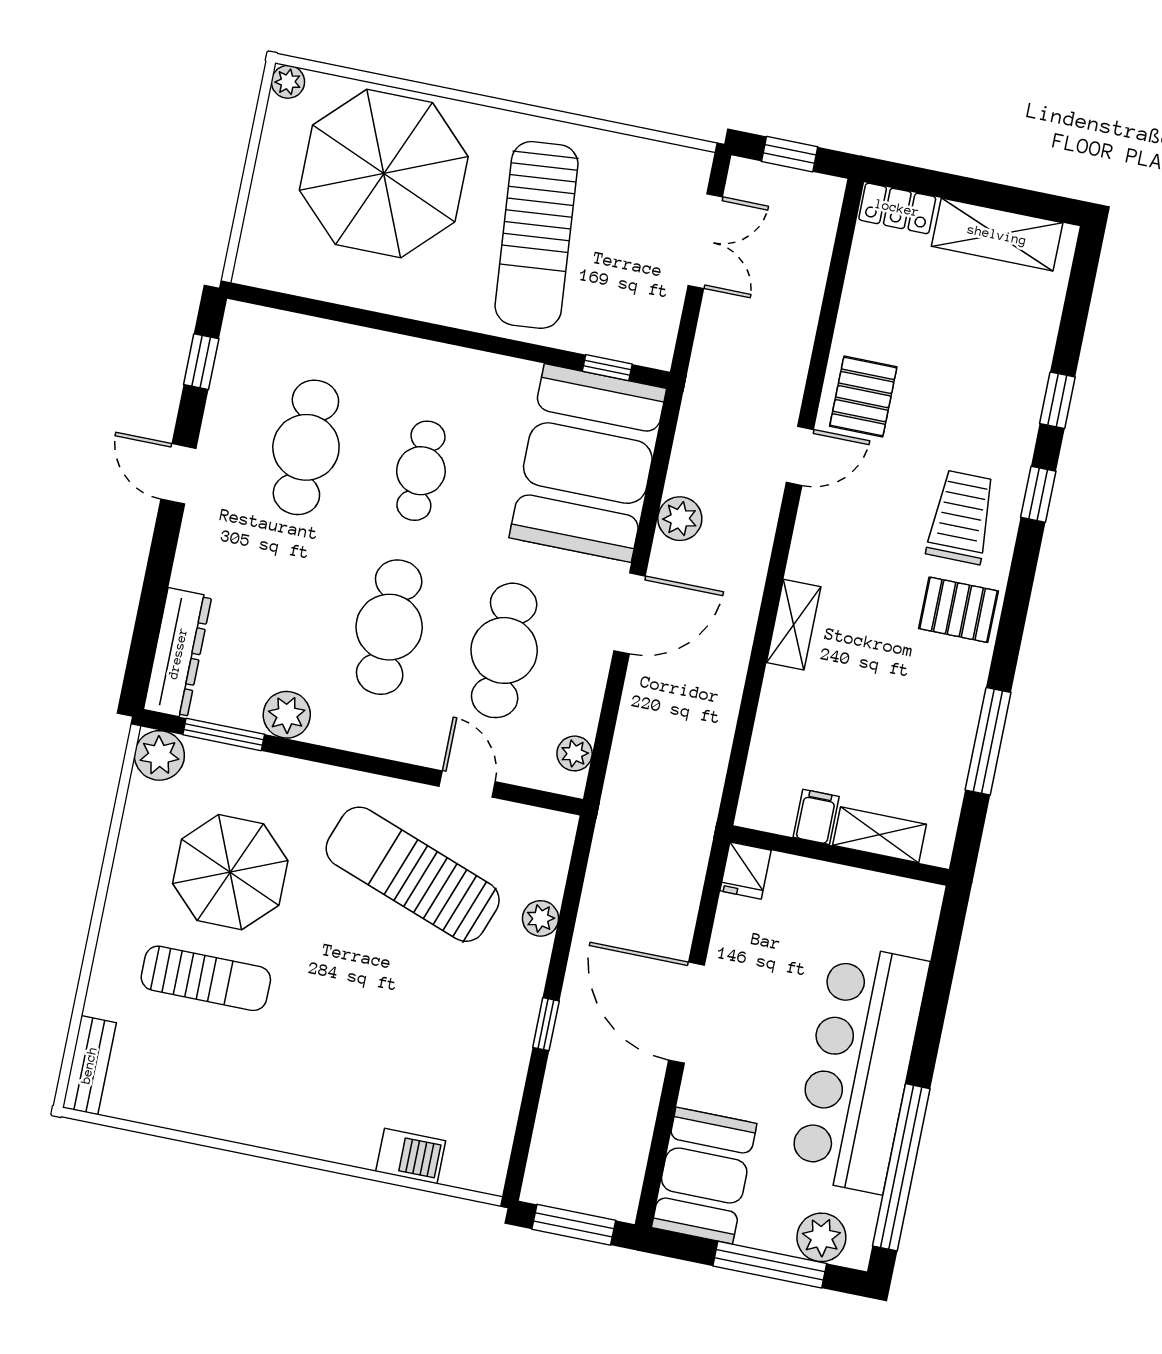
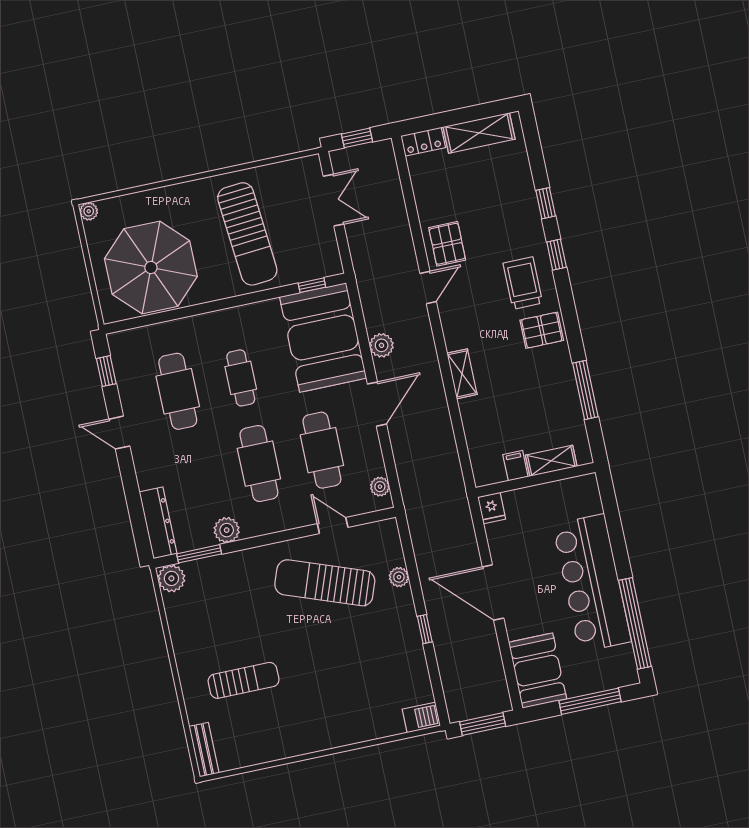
parasol: (384, 173) -> (151, 268), moved
parasol: (230, 872) -> (233, 622), removed
barbecue: (411, 1156) -> (421, 717), moved
plant: (821, 1237) -> (610, 676), removed

